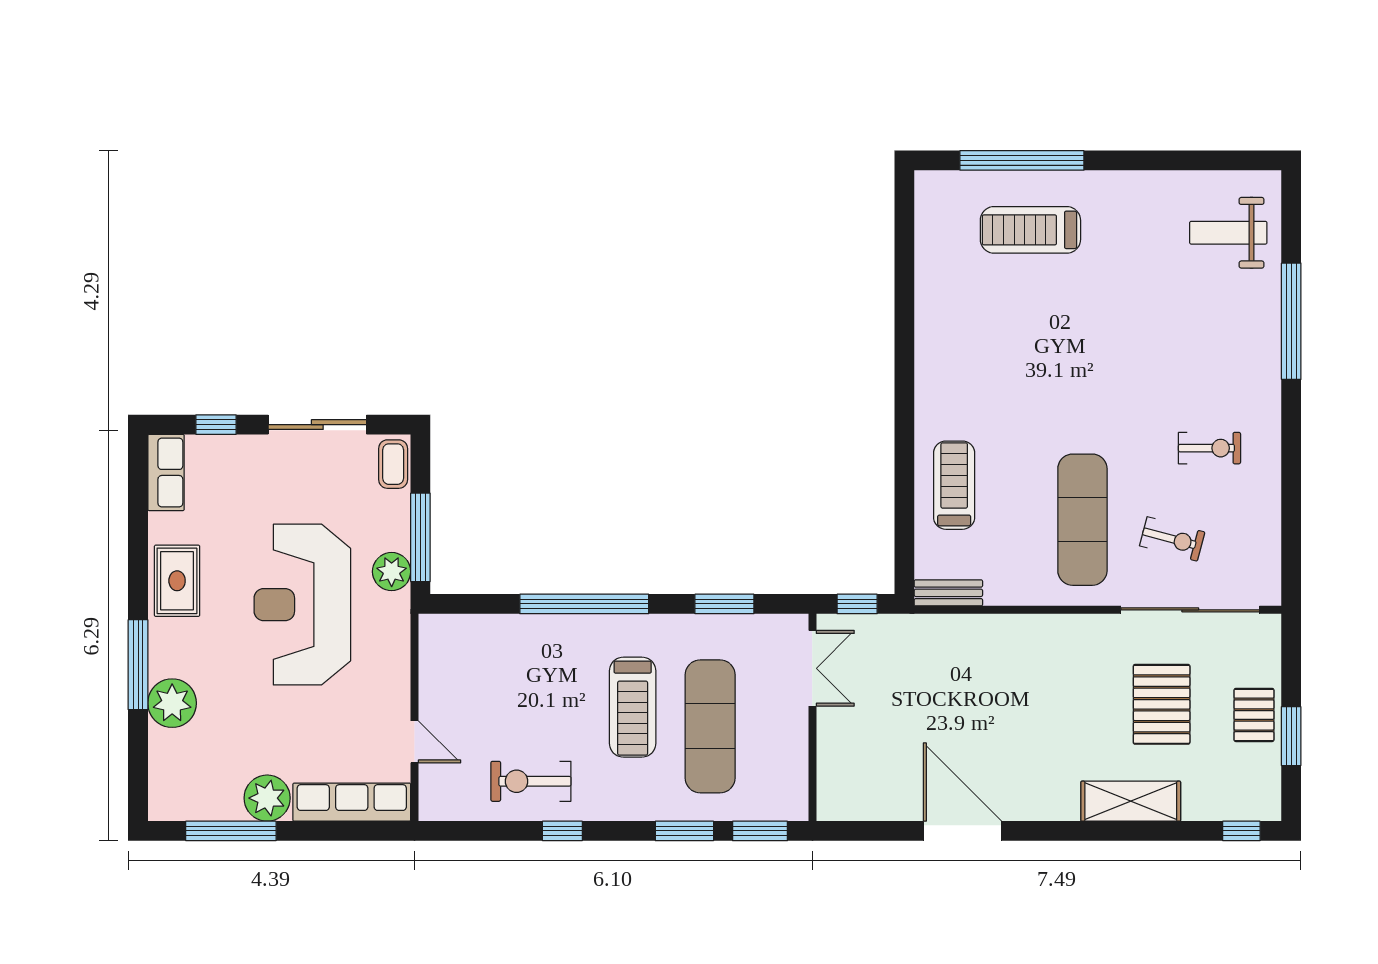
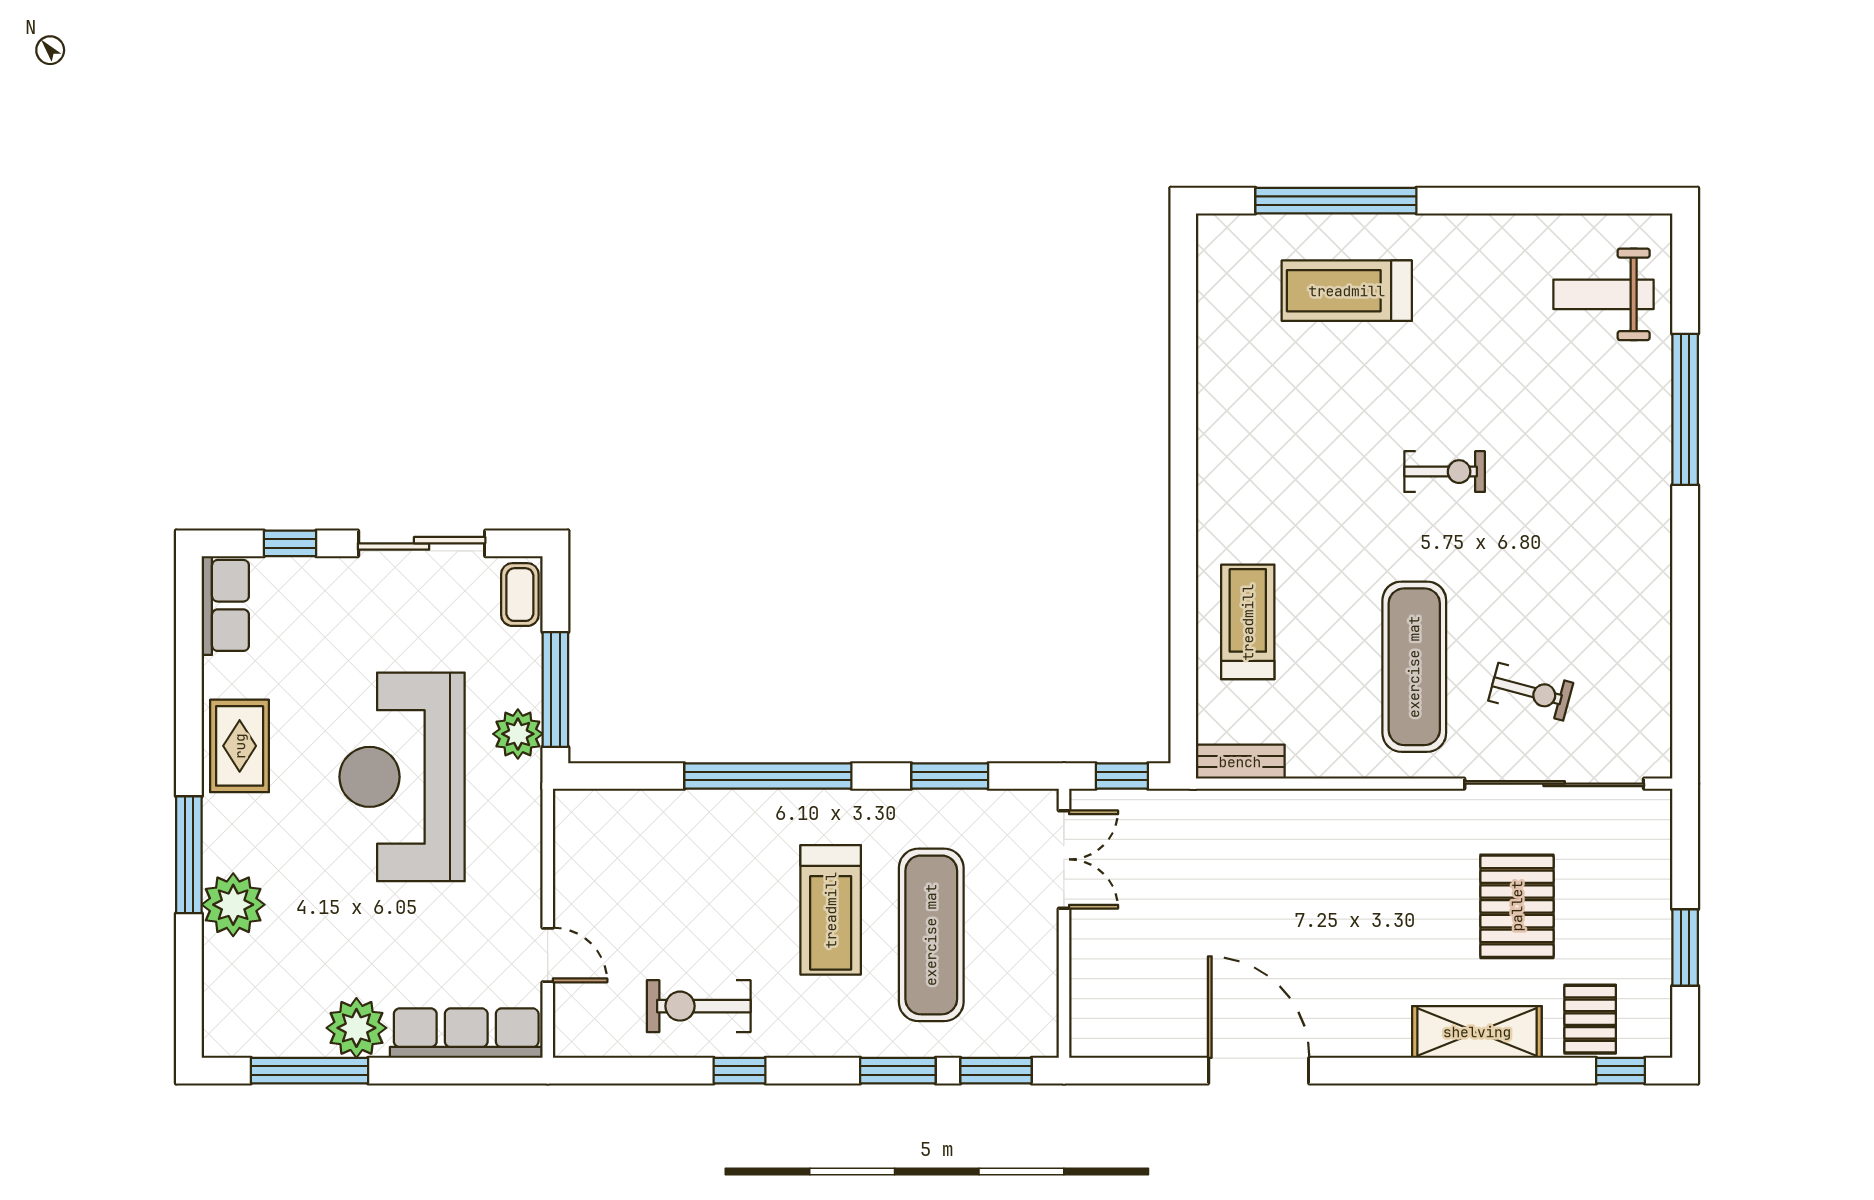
exercise bike: (1209, 448) -> (1445, 472), moved
pallet: (1254, 715) -> (1590, 1019), moved

